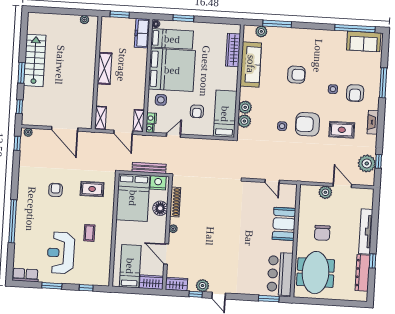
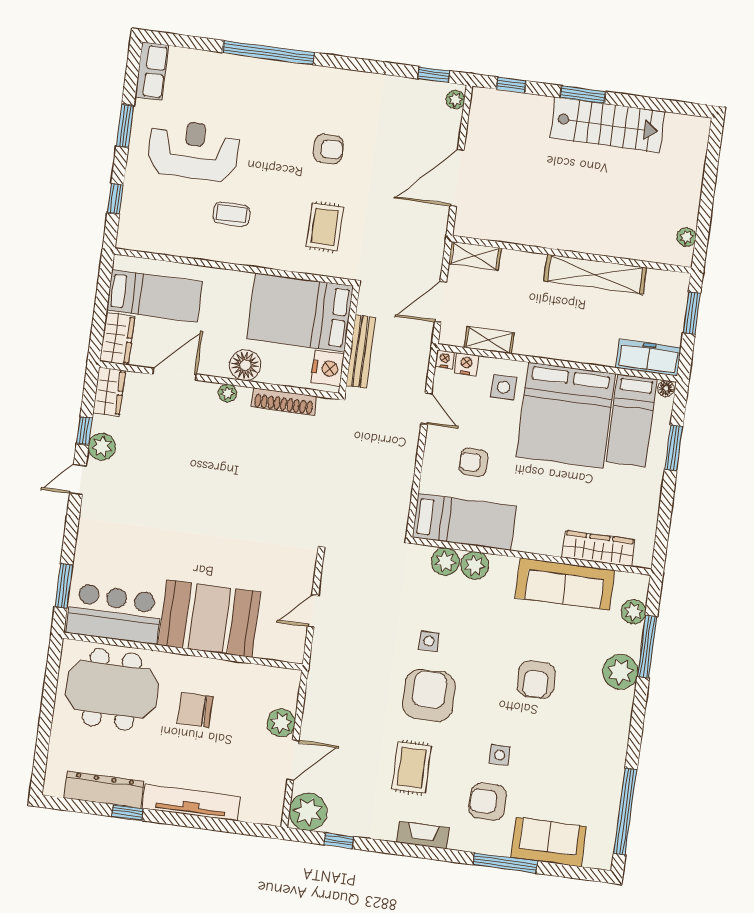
plant: (290, 36) -> (620, 672), added
sofa: (364, 41) -> (549, 842), moved, turned 90
shelving: (105, 68) -> (595, 274), width x1.47
shelving: (139, 121) -> (489, 340), moved
plant: (367, 163) -> (308, 812), moved
floor lamp: (160, 208) -> (245, 365), moved
booth: (284, 224) -> (209, 619), width x1.36, depth x1.42

